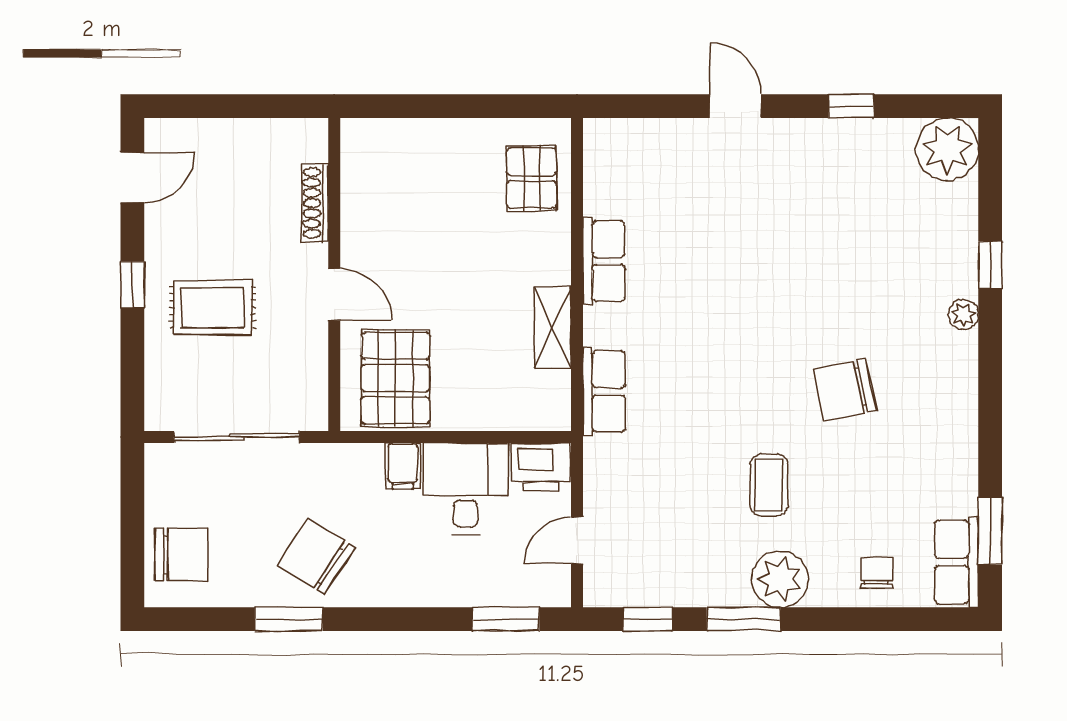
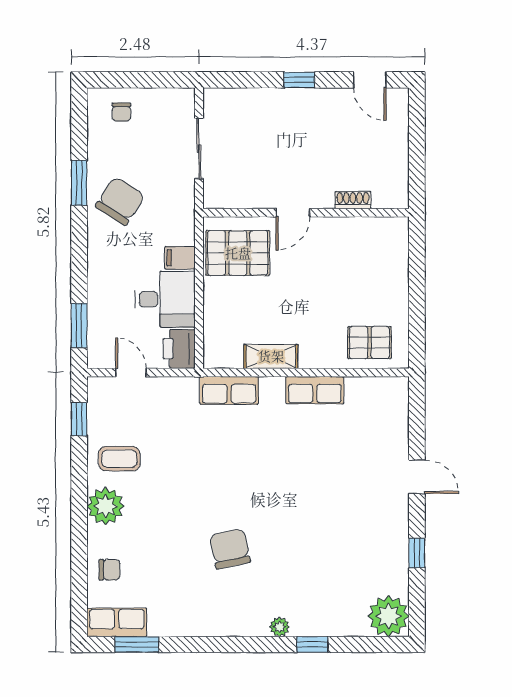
door: (735, 106) -> (417, 477), hinge flipped
shoe rack: (315, 203) -> (353, 200), width x0.70
rug: (213, 308) -> (284, 133), removed
sliding door: (237, 437) -> (199, 149), width x0.73
coffee table: (769, 485) -> (119, 459), moved
chair: (181, 555) -> (122, 112), width x0.54, depth x0.54
window: (744, 619) -> (79, 482), removed

